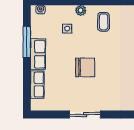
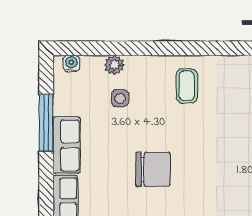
plant: (81, 10) -> (114, 65), moved

